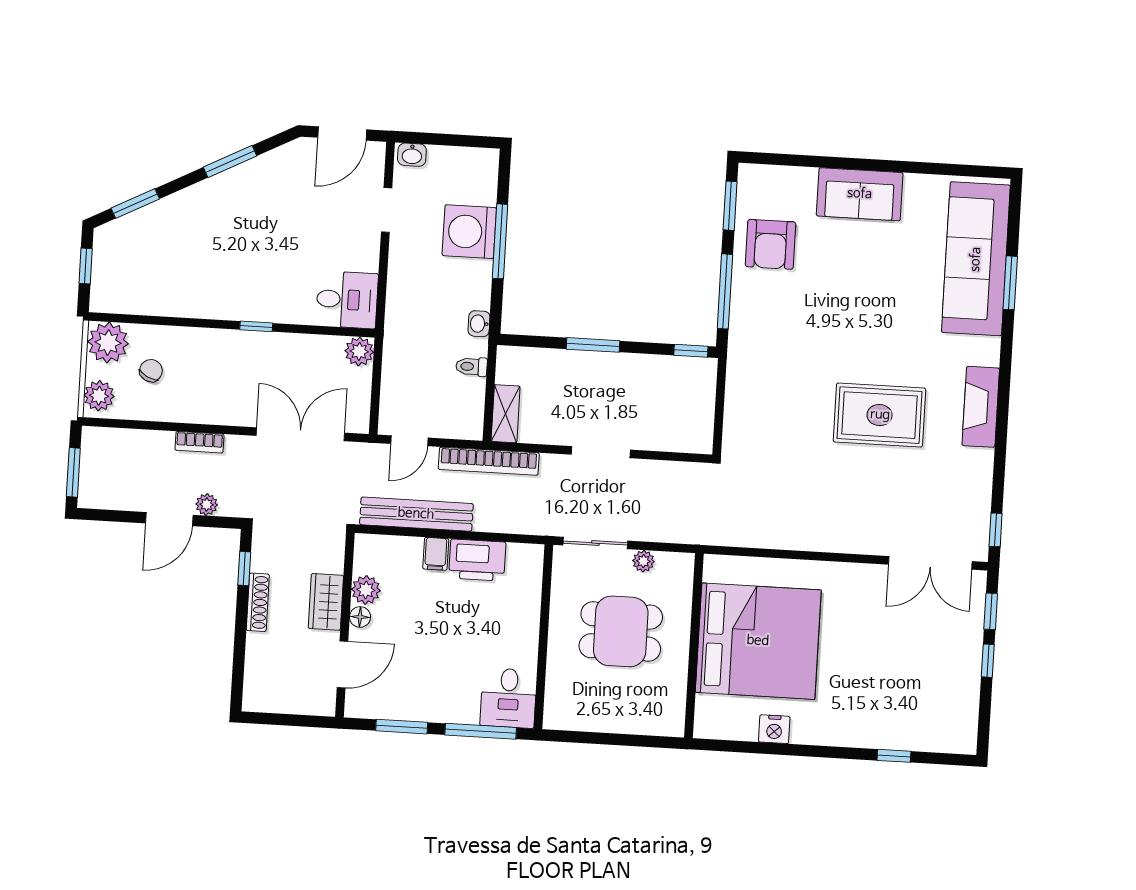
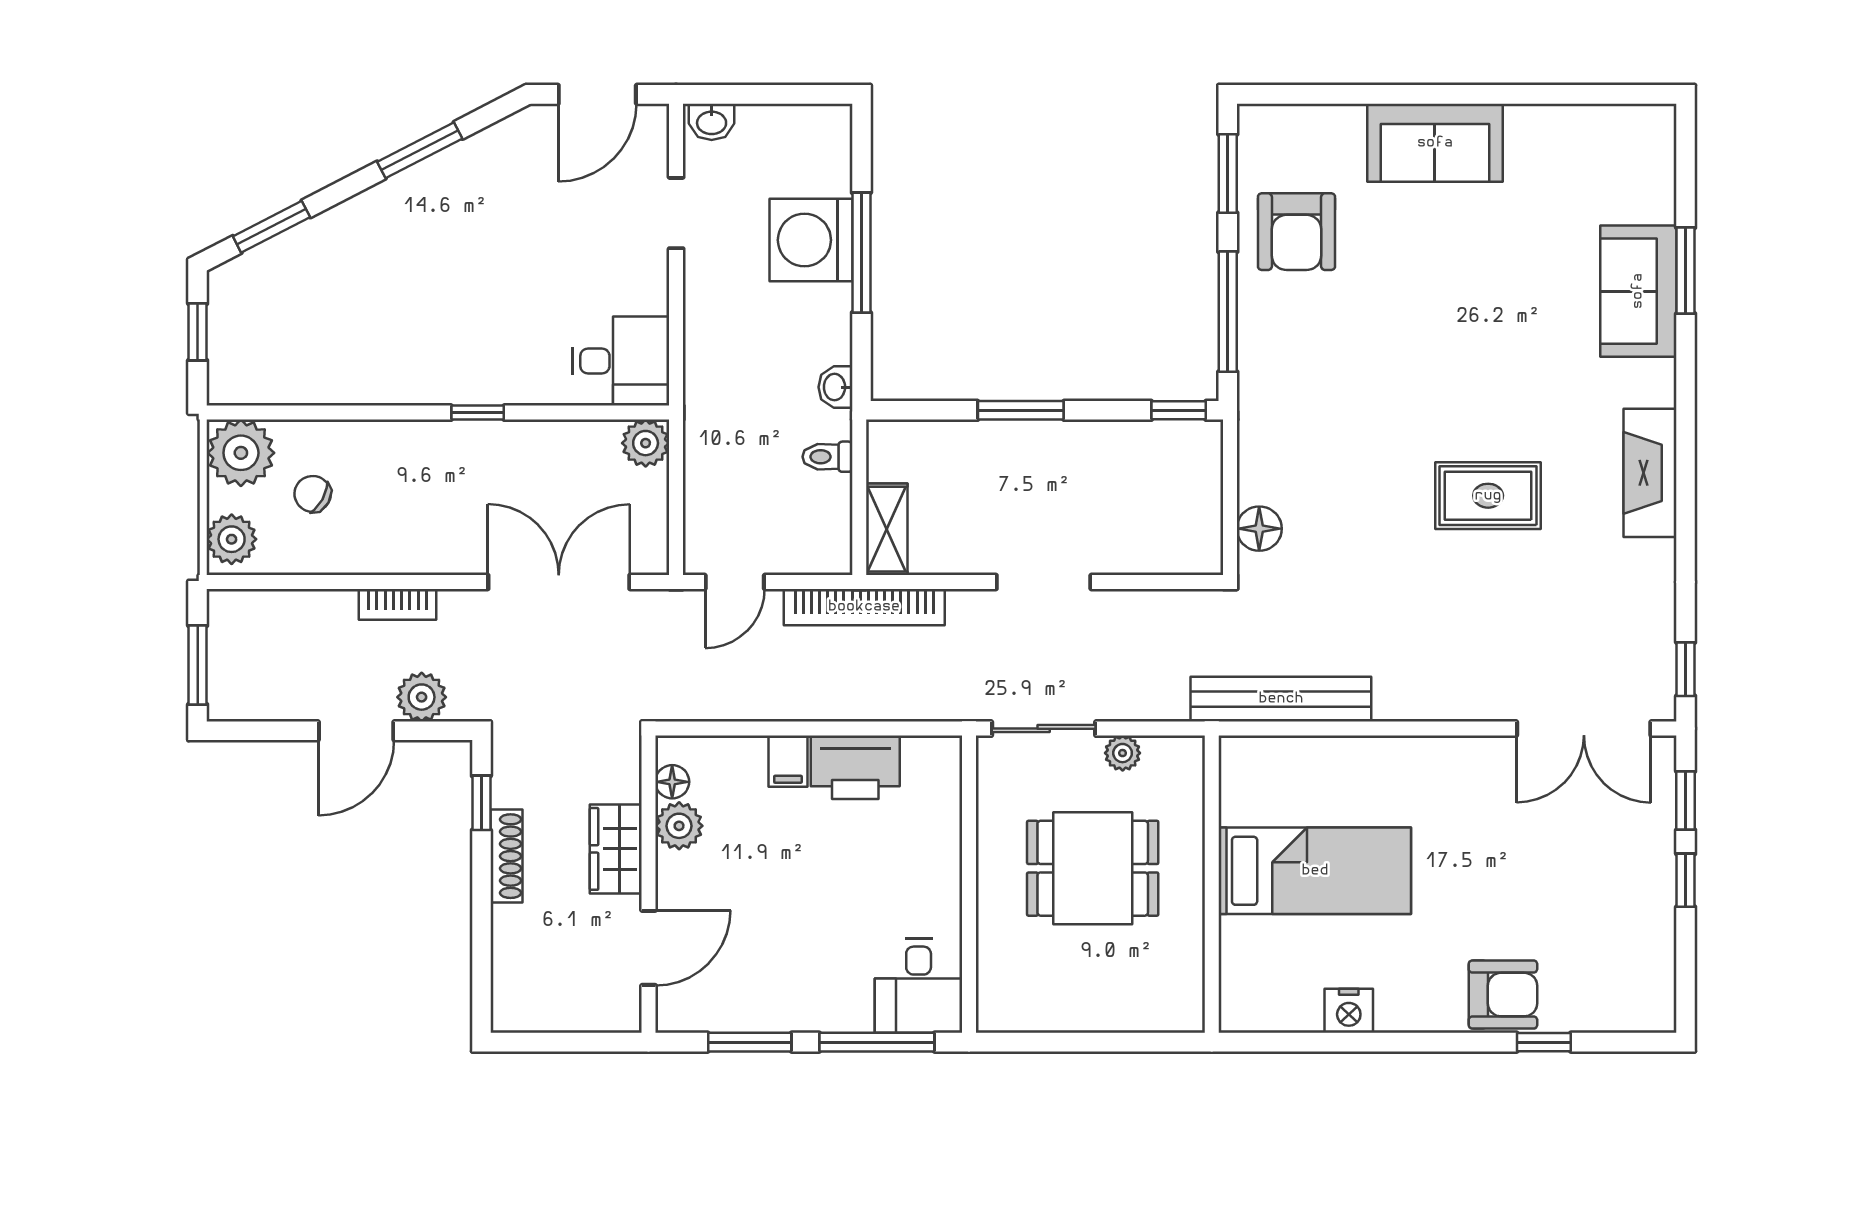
sofa: (976, 259) -> (1638, 291), width x0.54, depth x0.79
chair: (151, 371) -> (313, 494), turned -87
rug: (880, 415) -> (1488, 496), width x0.73, depth x0.70
floor lamp: (736, 427) -> (1259, 529), added
plant: (207, 505) -> (422, 697), width x1.38, depth x1.38
bench: (416, 514) -> (1281, 699), moved
floor lamp: (360, 617) -> (672, 782), moved
bed: (758, 641) -> (1315, 871), width x0.49
armchair: (870, 725) -> (1503, 995), added

